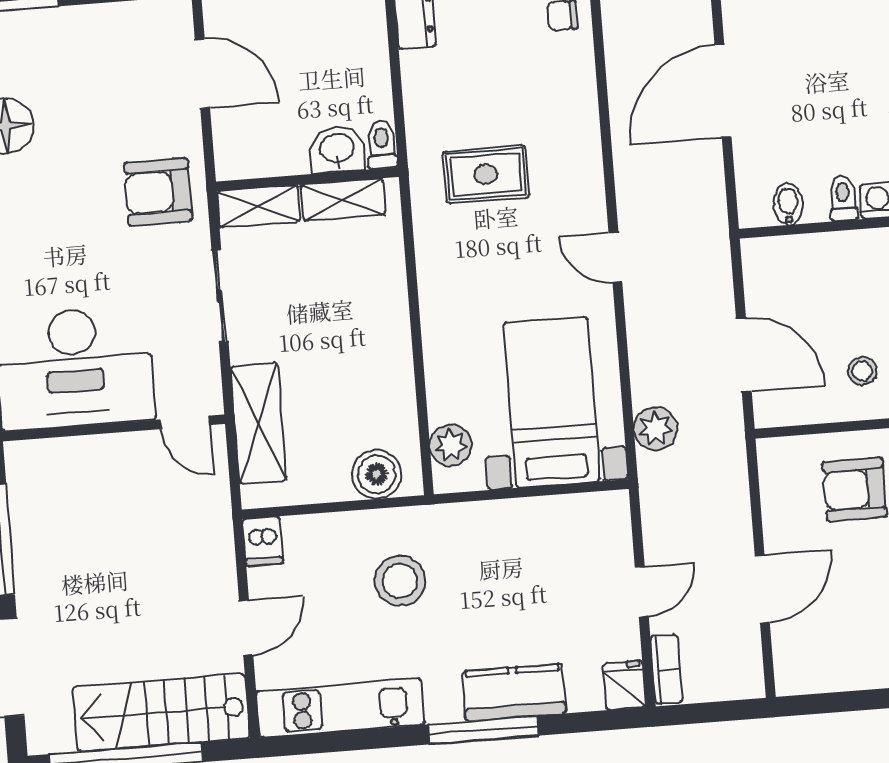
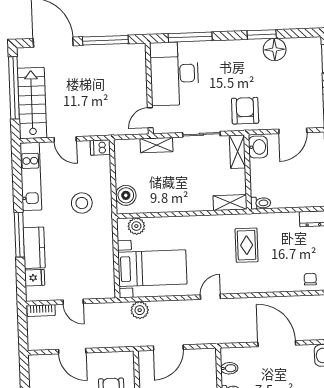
washbasin: (337, 149) -> (258, 147), moved
shelving: (343, 200) -> (230, 203), moved, turned 90
shelving: (258, 424) -> (157, 145), width x0.67, depth x0.75
fridge: (624, 685) -> (35, 278), moved

